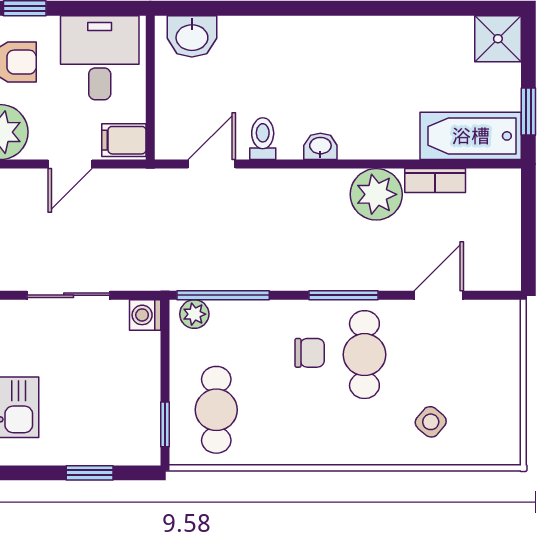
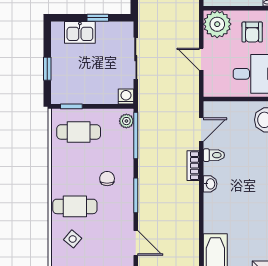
filing cabinet: (124, 140) -> (213, 86), removed
door: (212, 164) -> (201, 130), hinge flipped
bookcase: (435, 181) -> (193, 166), moved
plant: (376, 194) -> (186, 212), removed
chair: (310, 353) -> (107, 179), turned 180
cafe table: (364, 355) -> (75, 206), moved

